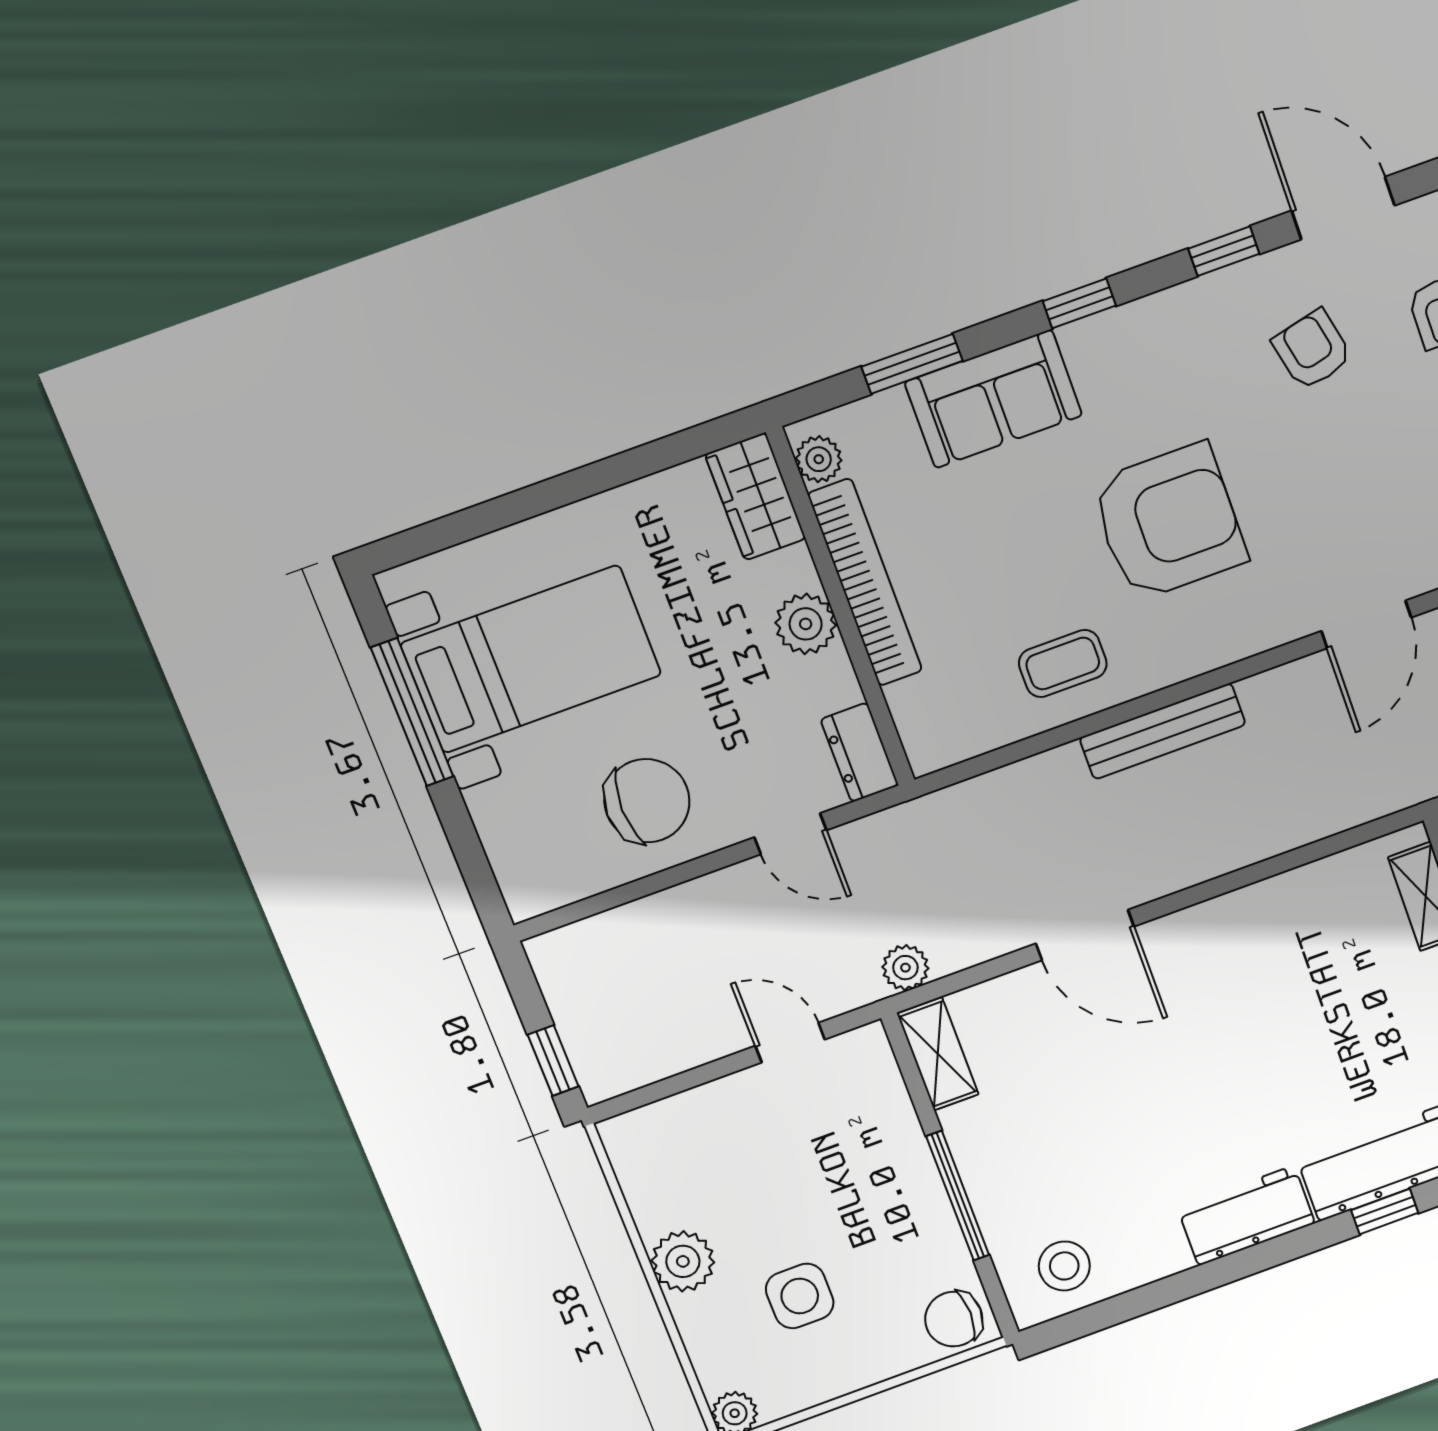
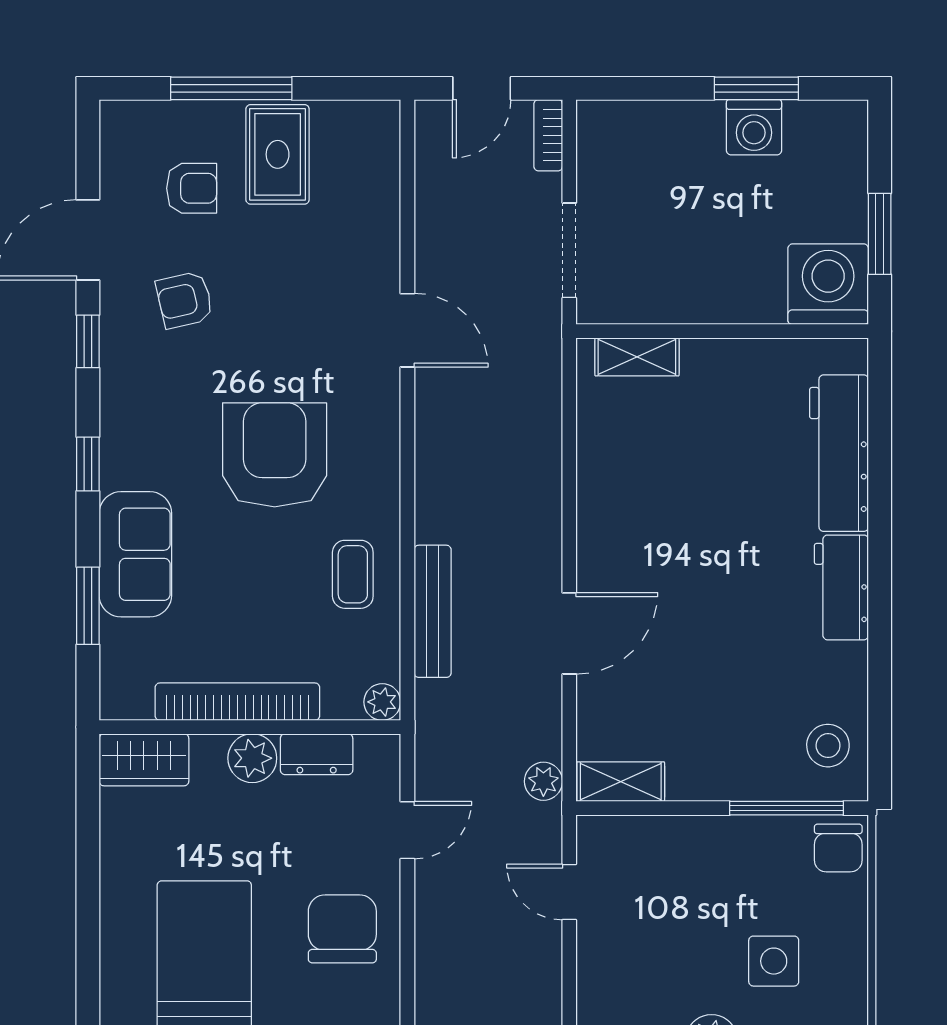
plant: (819, 459) -> (382, 702), moved
bench: (1163, 731) -> (433, 611), moved
dresser: (859, 752) -> (317, 754), moved
door: (790, 1043) -> (569, 892), hinge flipped
window: (958, 1196) -> (787, 808), moved
window: (1385, 1212) -> (880, 476), removed

